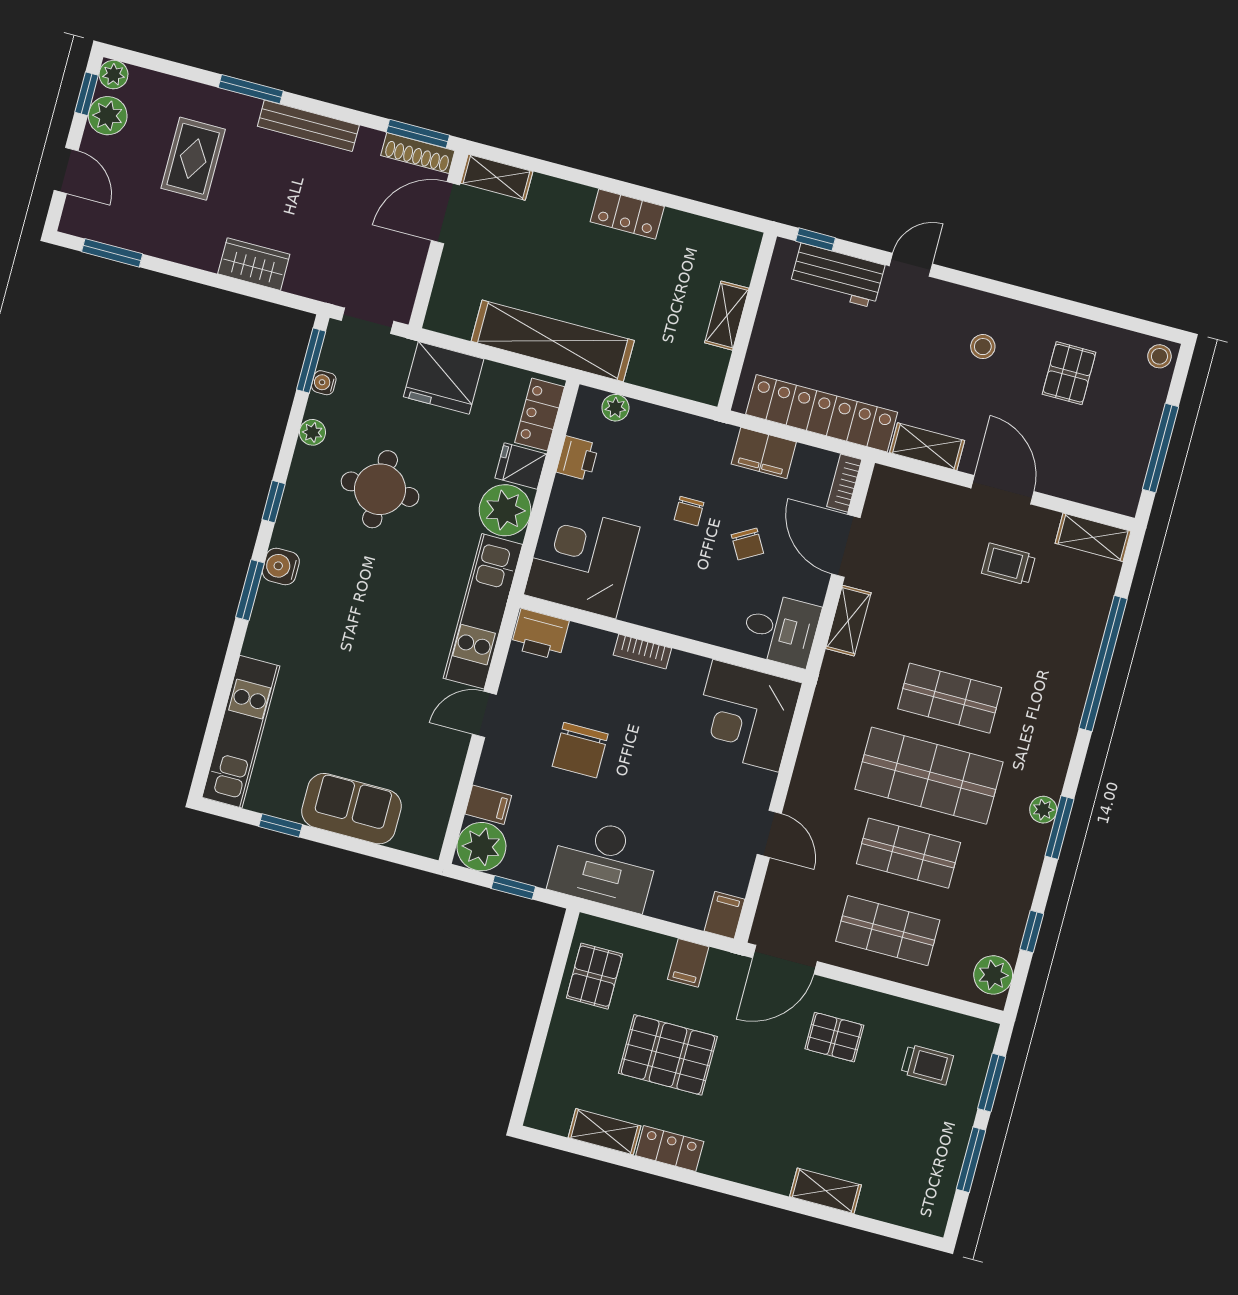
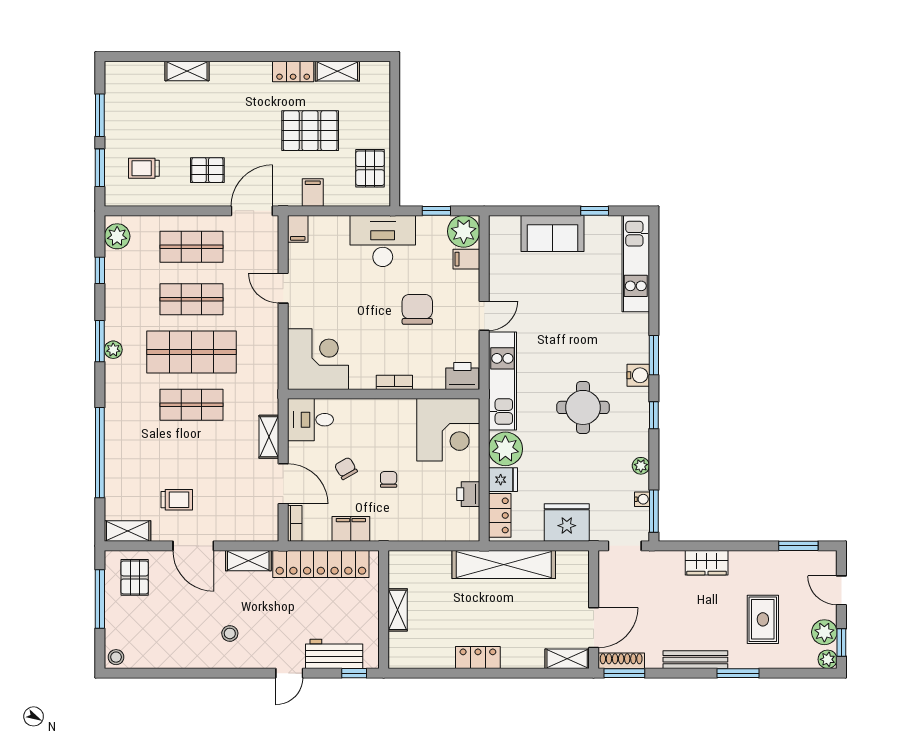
pallet: (1069, 373) -> (135, 577), moved
plant: (615, 408) -> (453, 533), removed
round table: (380, 489) -> (583, 407), moved

